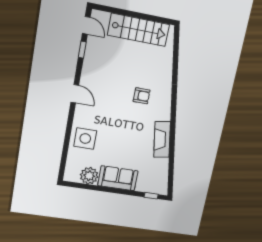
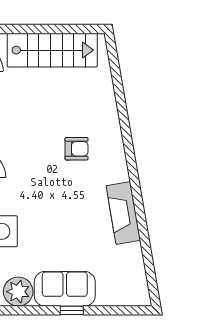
window: (151, 196) -> (72, 310), moved

